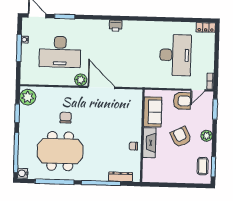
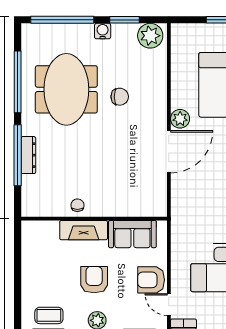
armchair: (182, 101) -> (151, 280), turned 90
armchair: (181, 137) -> (94, 280), turned -64
water cooler: (23, 173) -> (103, 31), moved
dresser: (121, 177) -> (28, 155), moved

